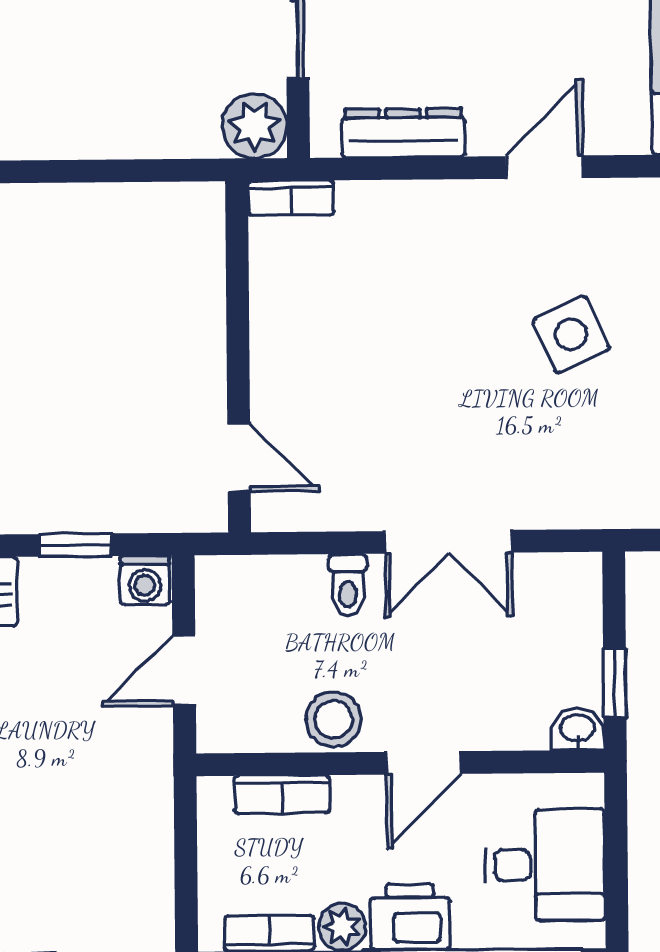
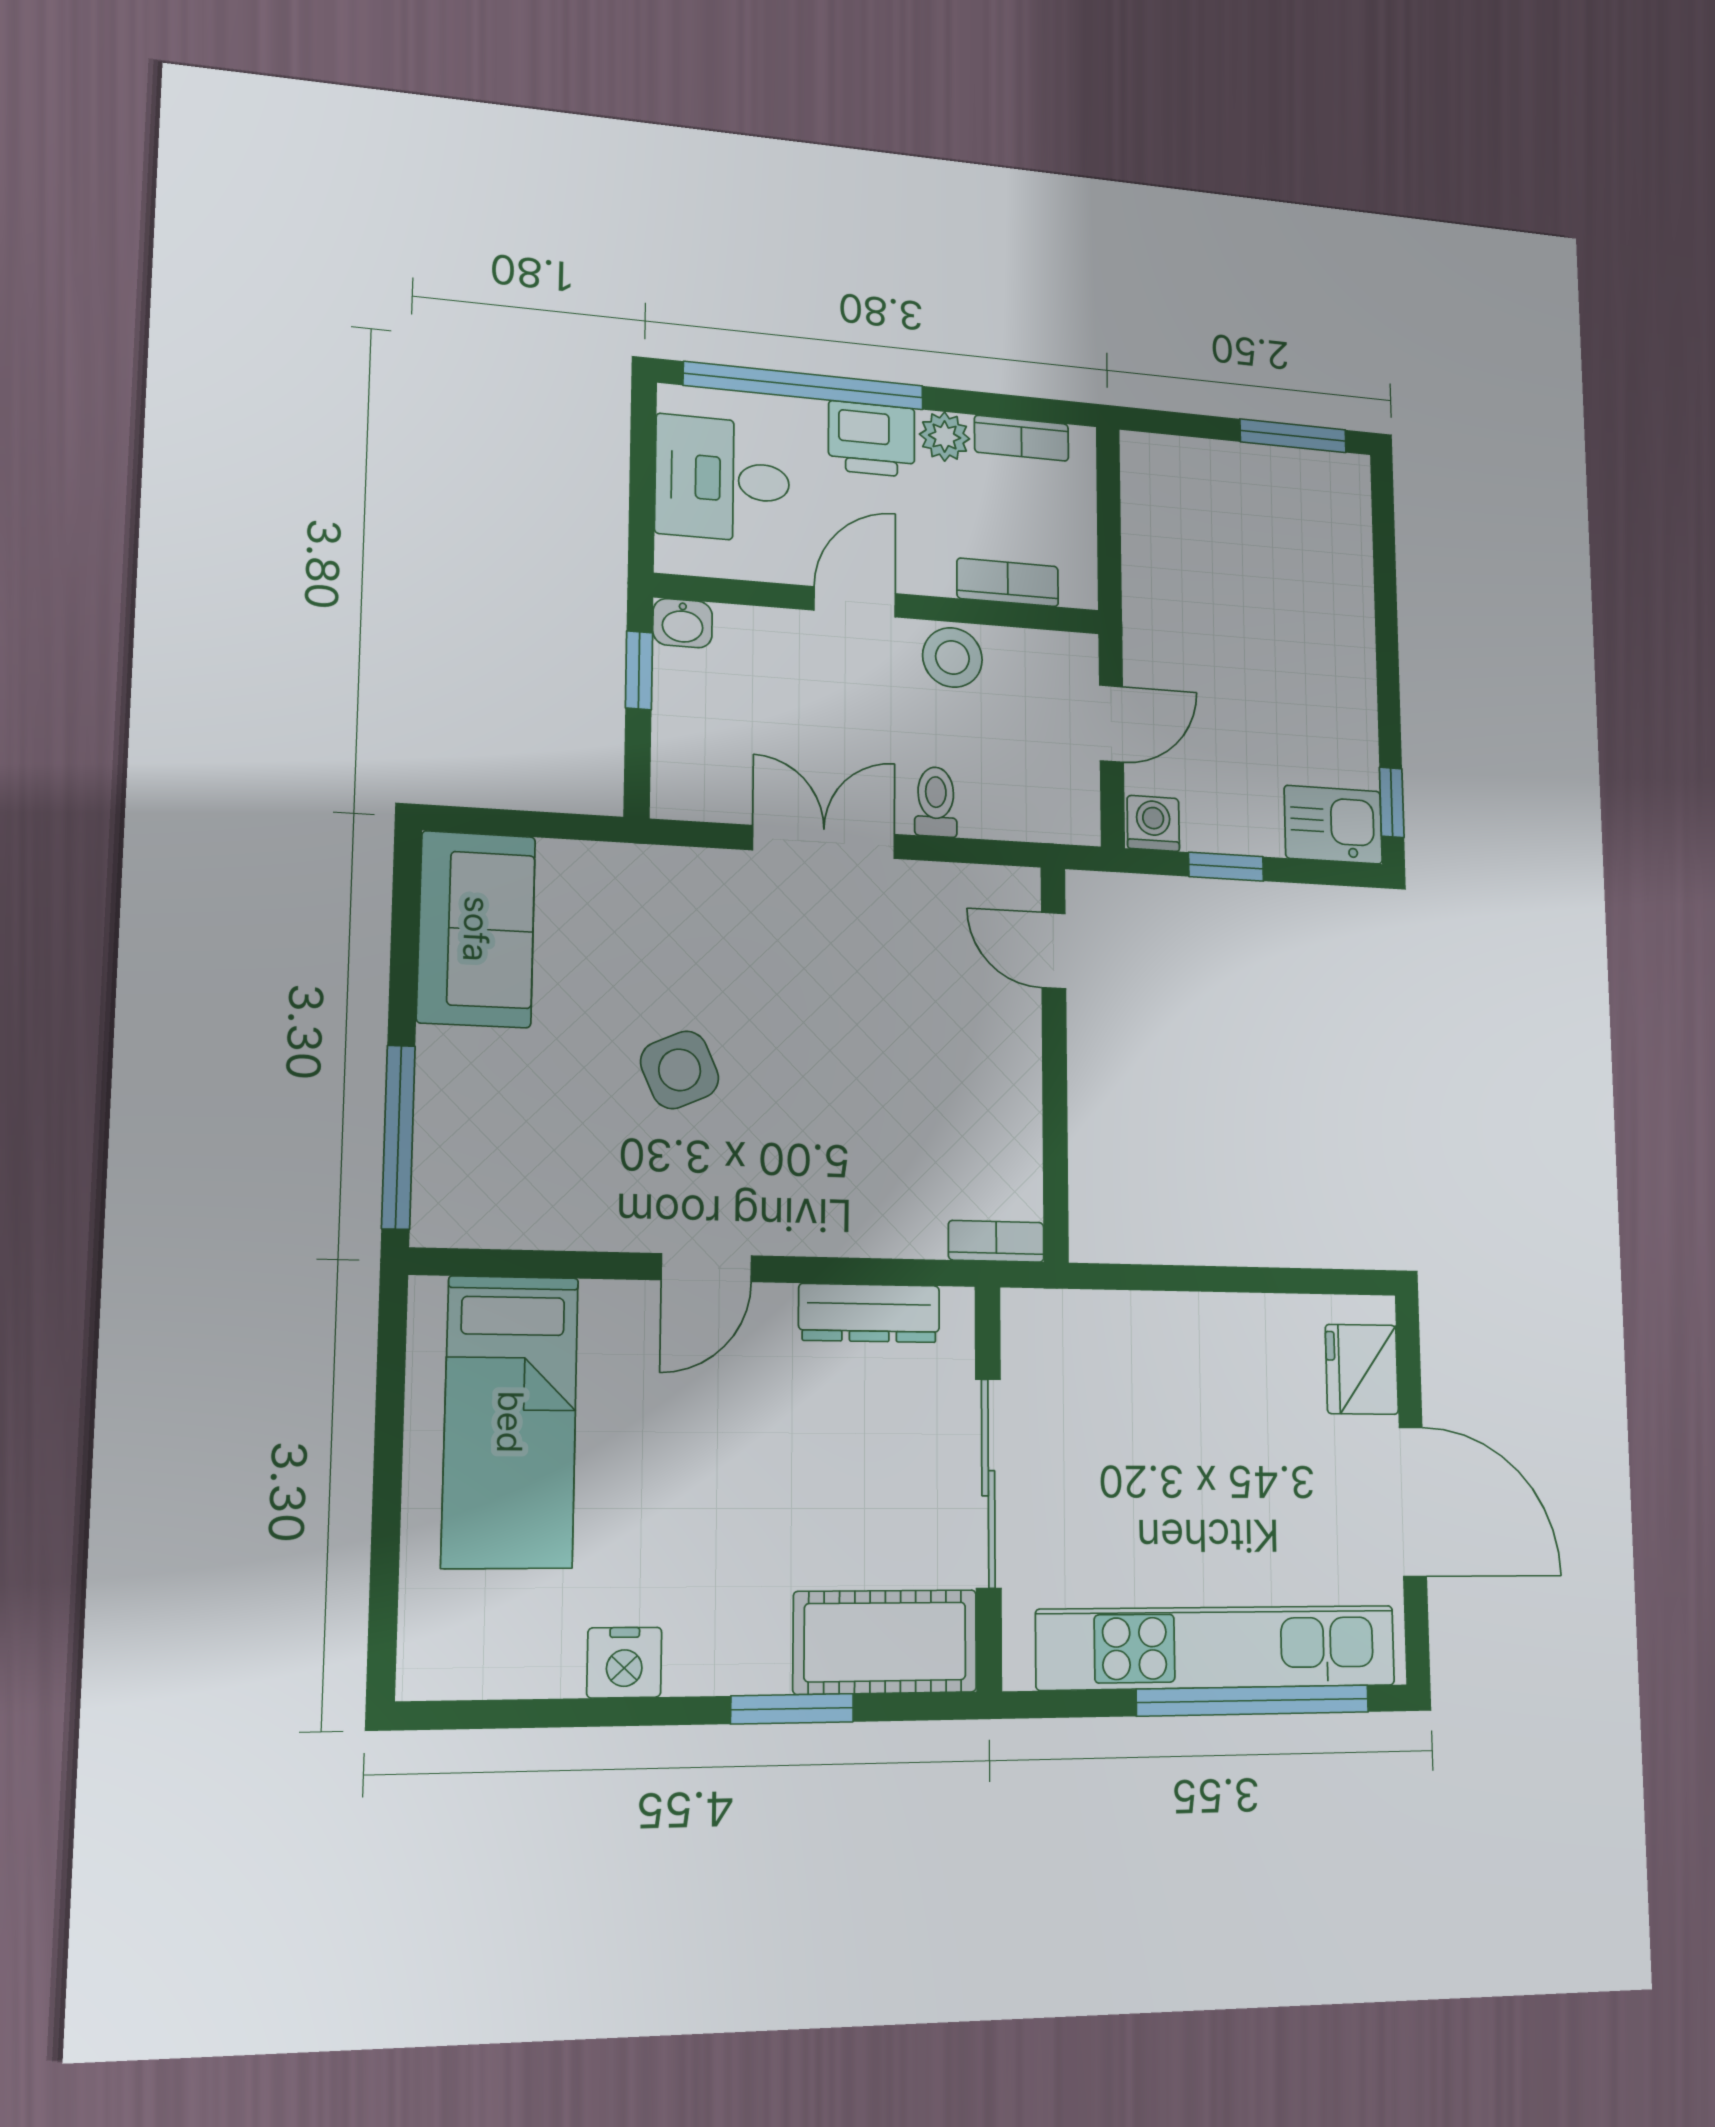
plant: (255, 126) -> (1036, 1326), removed

